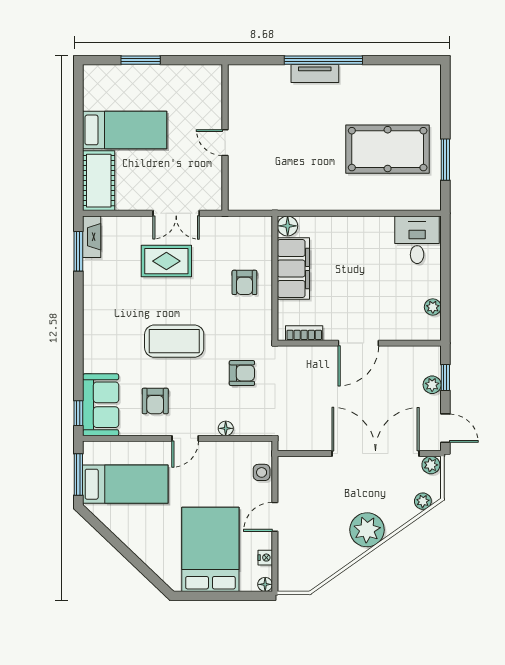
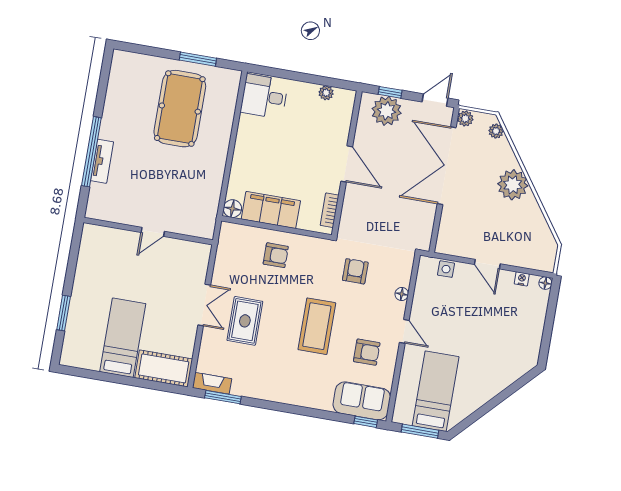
wall: (225, 138) -> (148, 231), moved
door: (225, 143) -> (153, 232), moved
plant: (432, 385) -> (387, 111), width x1.88, depth x1.88
bed: (210, 549) -> (506, 326), removed

